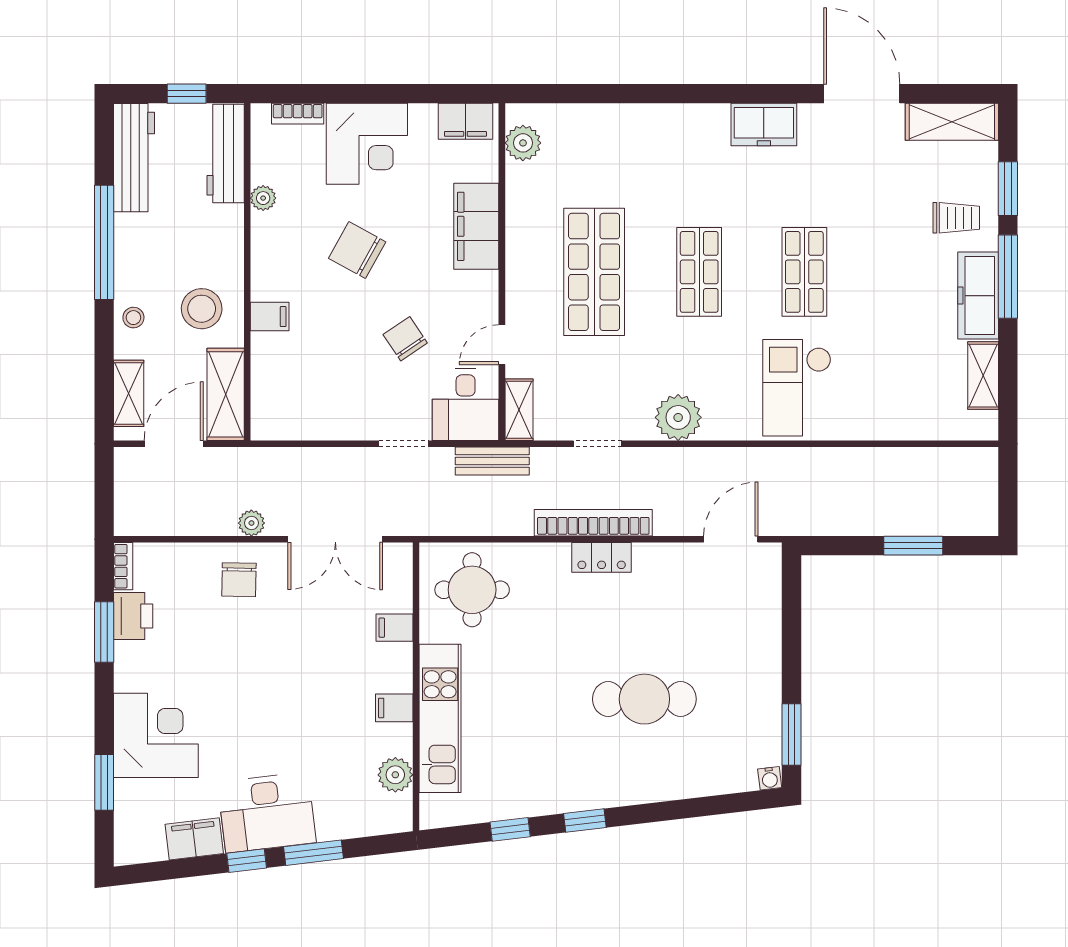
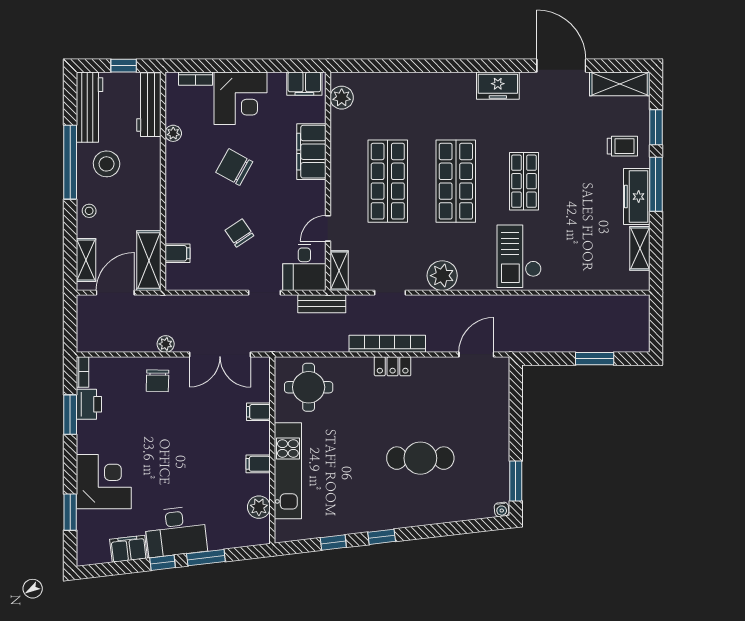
shop shelf: (699, 272) -> (456, 181), width x1.43, depth x1.36
stool: (202, 309) -> (107, 164), moved
filing cabinet: (270, 317) -> (177, 253), moved
chair: (405, 339) -> (239, 233), moved

